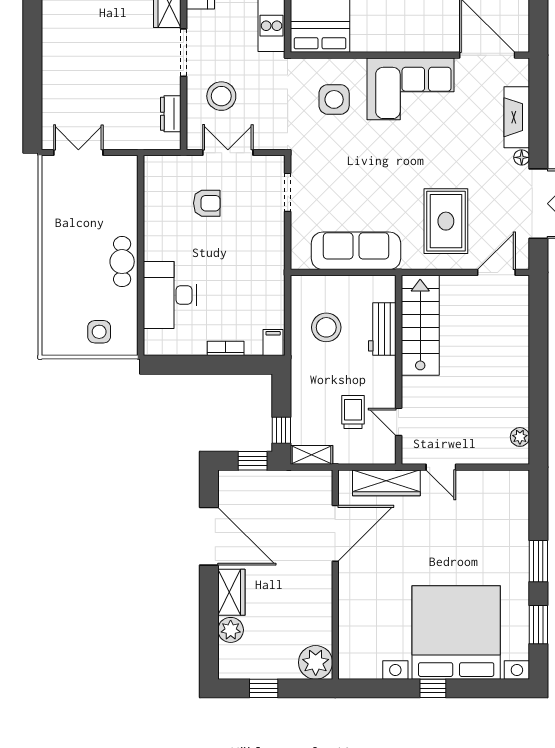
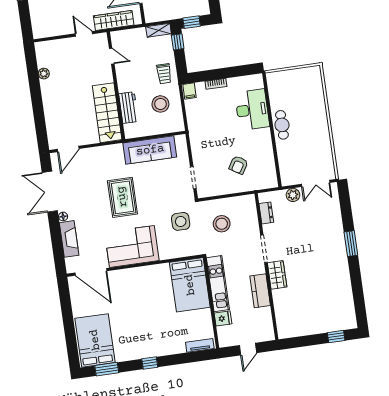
window: (32, 40) -> (351, 244), added
stool: (221, 96) -> (222, 224), moved
side table: (334, 99) -> (181, 221), moved
plant: (120, 138) -> (293, 195), added
double door: (228, 153) -> (231, 195), removed
armchair: (207, 203) -> (238, 165), turned -59
rug: (446, 221) -> (122, 197), moved
side table: (99, 332) -> (289, 83), removed
trolley: (353, 412) -> (164, 74), moved
plant: (520, 437) -> (44, 74), moved

